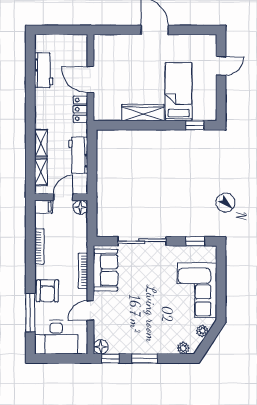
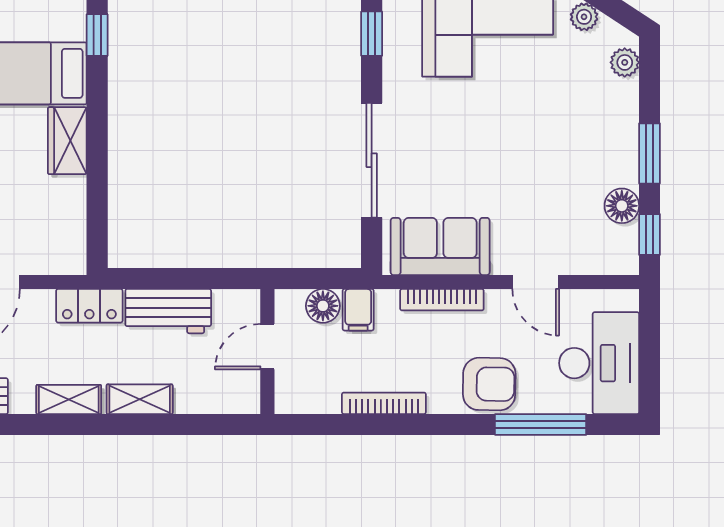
locker: (80, 109) -> (89, 306), moved
wardrobe: (143, 113) -> (67, 141), width x0.67
shelving: (41, 172) -> (69, 399), moved
door: (63, 197) -> (267, 347), hinge flipped
filing cabinet: (43, 207) -> (358, 310), moved, turned 180
floor lamp: (80, 207) -> (323, 306), moved
floor lamp: (101, 347) -> (622, 206), moved

